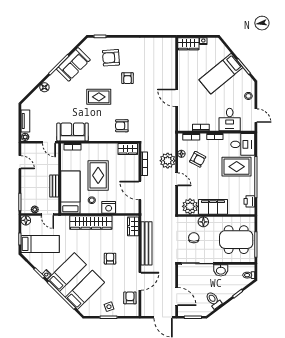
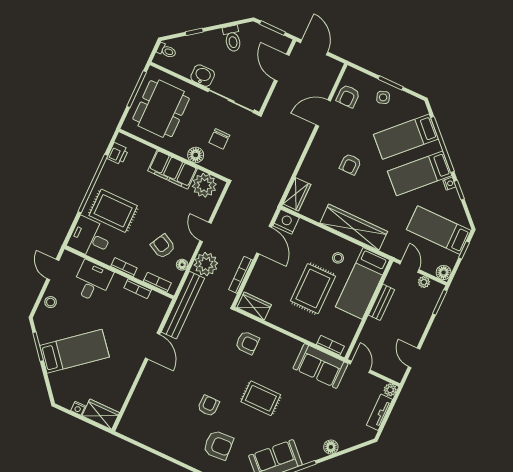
nightstand: (109, 207) -> (286, 222), moved
dining table: (236, 240) -> (161, 109), turned 90
bench: (147, 243) -> (183, 305), moved

